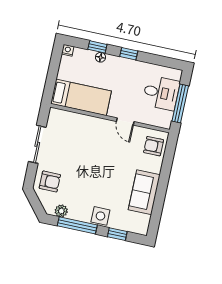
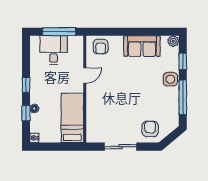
plant: (61, 211) -> (173, 41), moved

